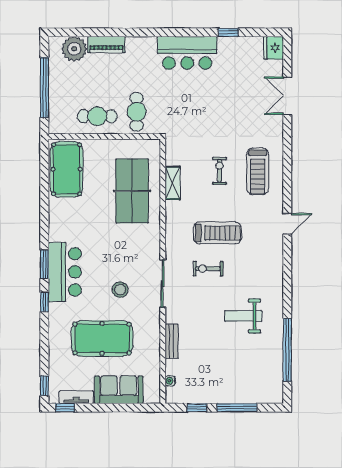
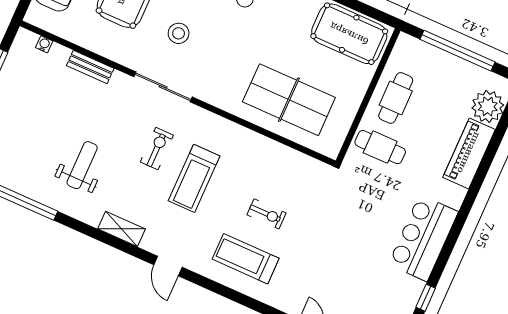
piano: (106, 45) -> (469, 153), width x1.37, depth x1.33
shelving: (173, 183) -> (121, 229), moved

